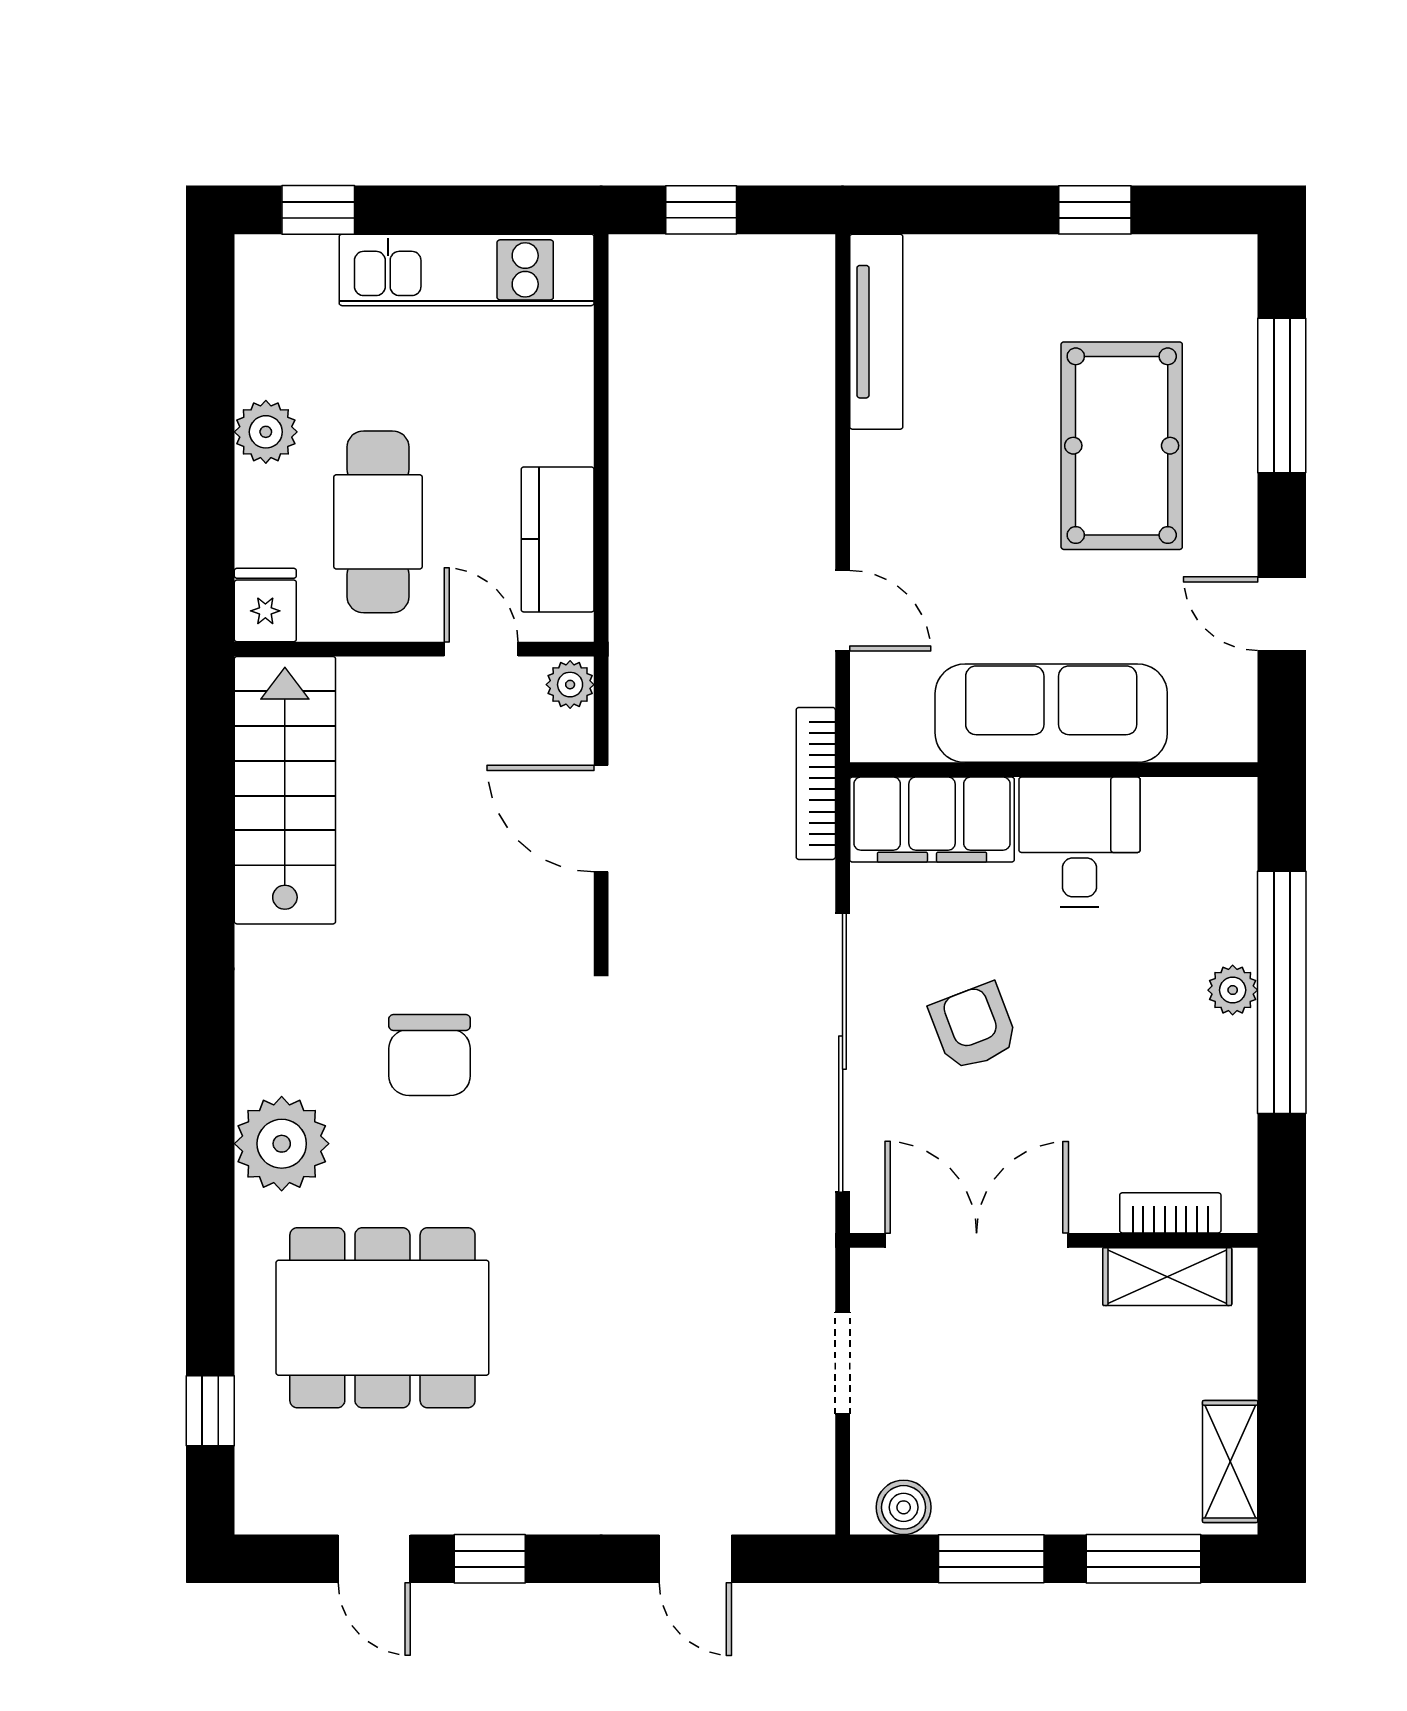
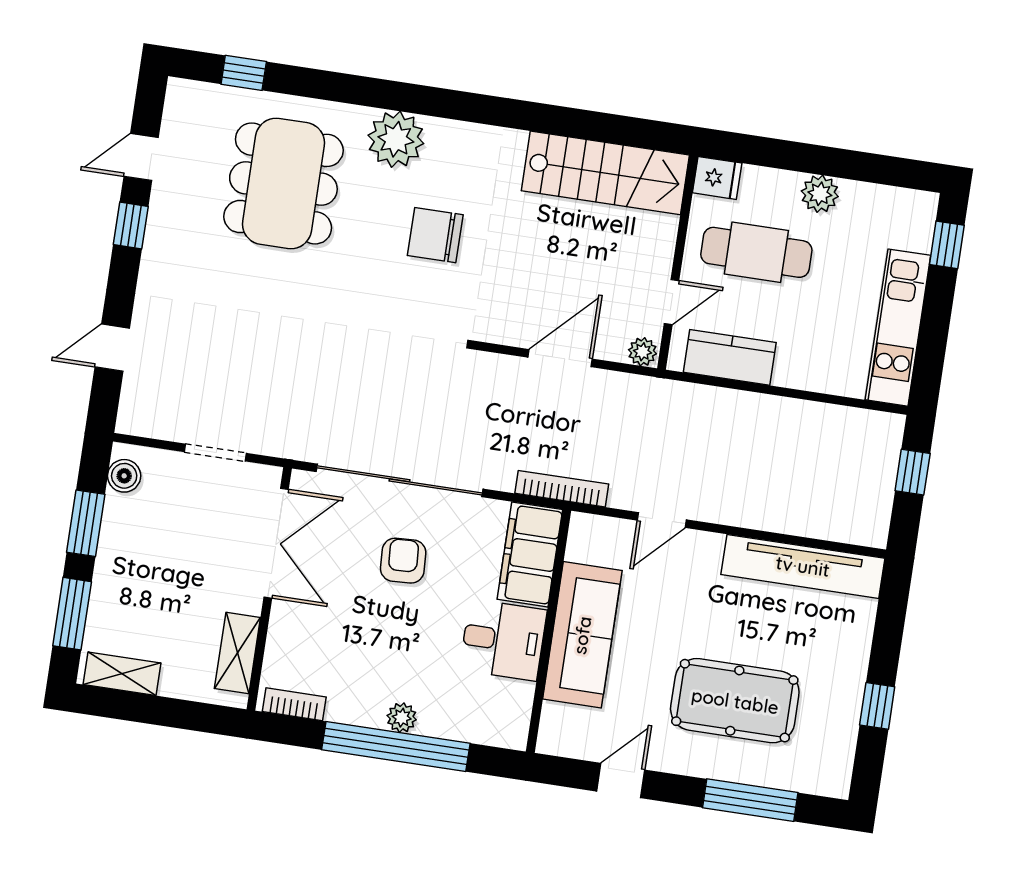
tv unit: (876, 332) -> (803, 566), width x1.36, depth x1.29
armchair: (974, 1027) -> (403, 561), turned -72
bookcase: (1170, 1213) -> (294, 704), moved, turned -90

